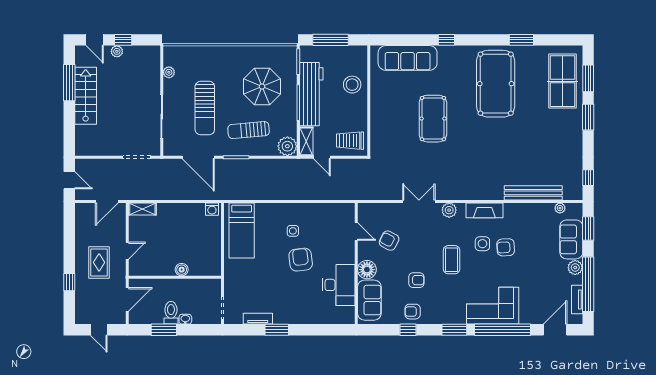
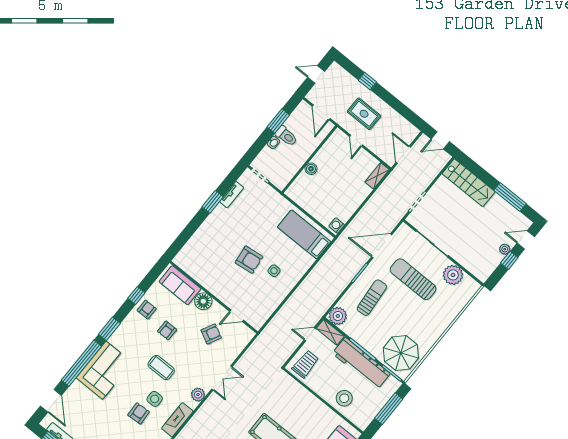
plant: (169, 72) -> (453, 275), width x1.88, depth x1.88
parasol: (262, 87) -> (401, 353), moved
stairs: (86, 96) -> (469, 183), moved
desk: (339, 285) -> (209, 272), removed

